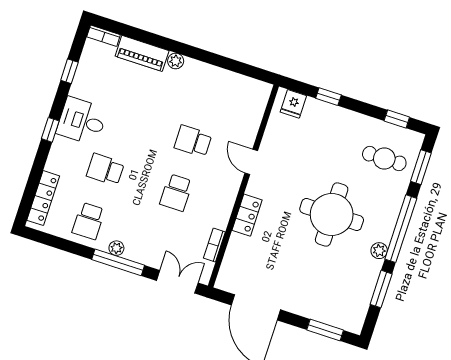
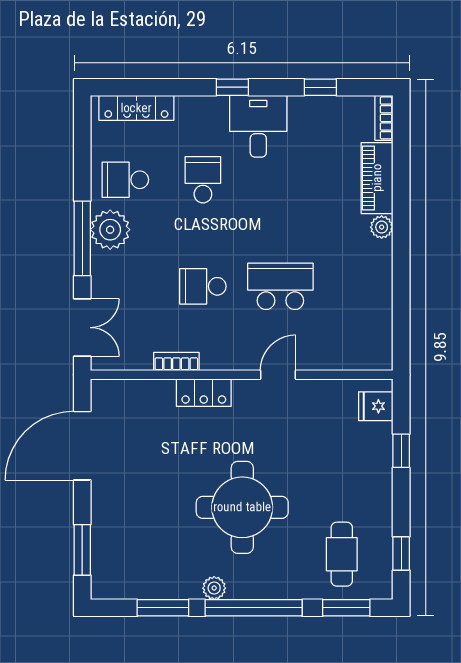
school desk: (193, 141) -> (280, 286), width x1.85
bookcase: (214, 245) -> (176, 362), moved
plant: (116, 248) -> (110, 230), width x1.88, depth x1.88

